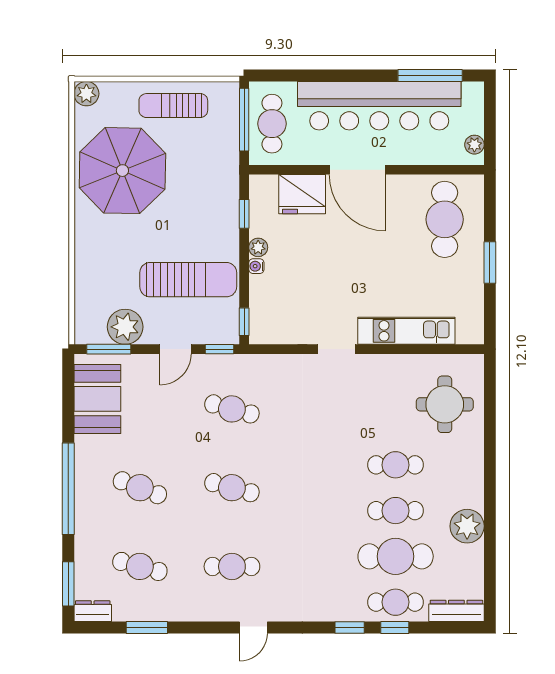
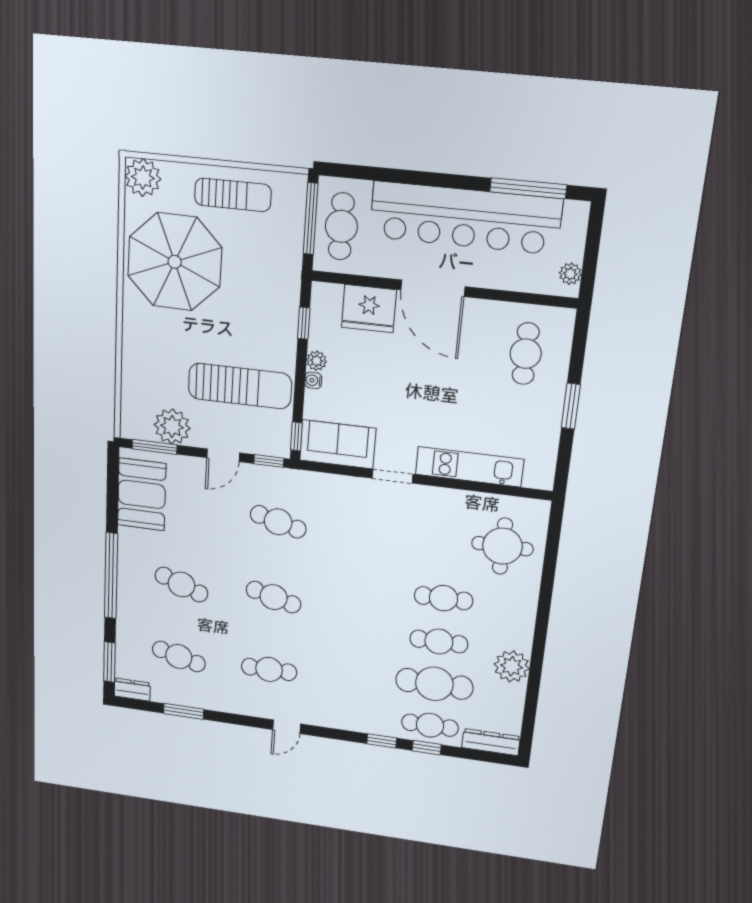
plant: (86, 94) -> (143, 178), width x1.36, depth x1.36
sun lounger: (173, 106) -> (233, 195), turned 180
cafe table: (445, 219) -> (526, 354), width x0.73, depth x0.74
sofa: (283, 325) -> (338, 444), added

